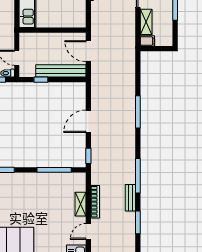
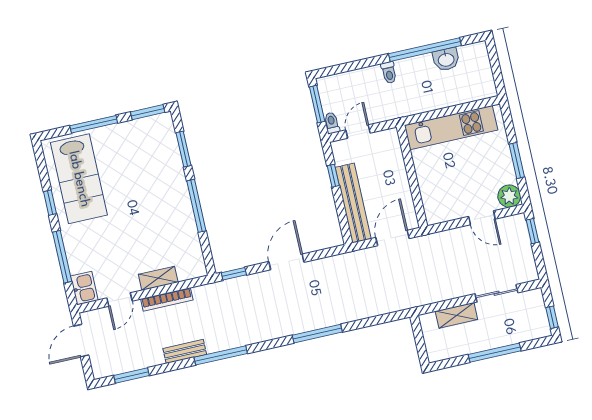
filing cabinet: (147, 41) -> (428, 324), removed
door: (88, 121) -> (286, 262), hinge flipped
window: (54, 170) -> (196, 206), moved
window: (138, 222) -> (132, 375), moved
door: (88, 231) -> (120, 299), swing flipped

